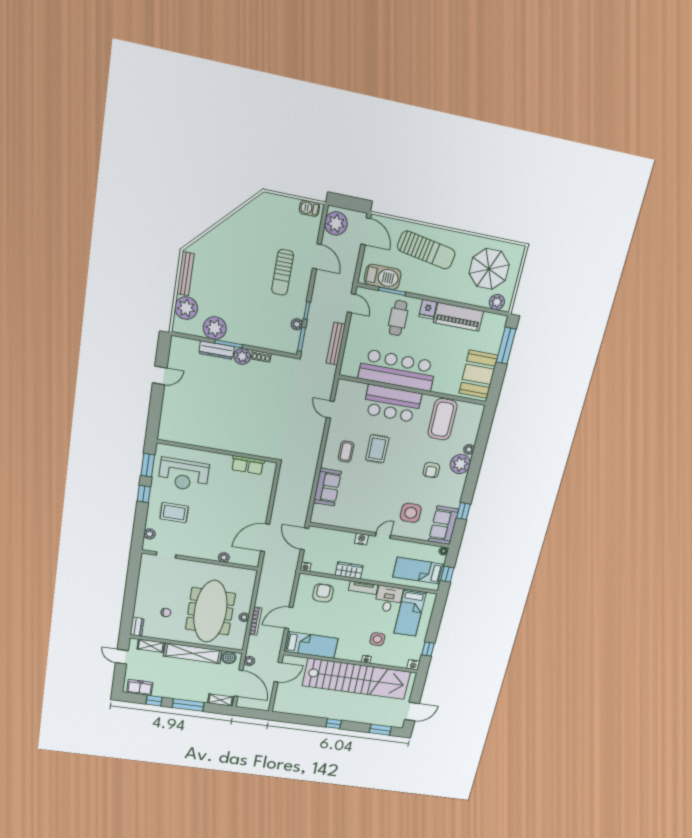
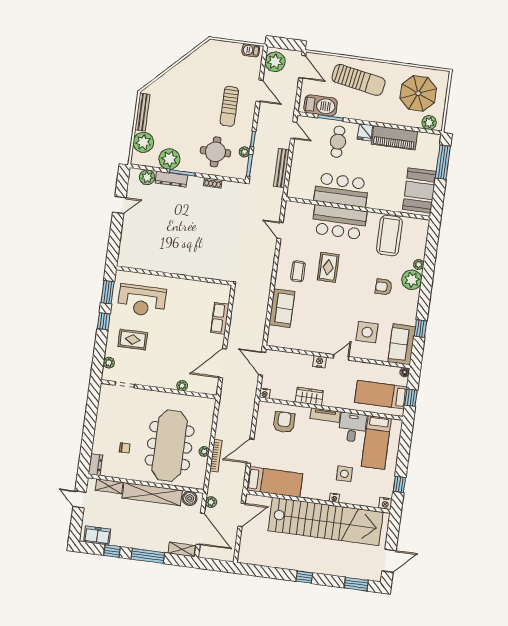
round table: (265, 323) -> (216, 152), added
plant: (242, 356) -> (147, 177), moved
bar counter: (397, 370) -> (341, 190), width x0.73
row of seats: (248, 465) -> (220, 318), moved, turned 90
armchair: (431, 470) -> (384, 287), turned 90

